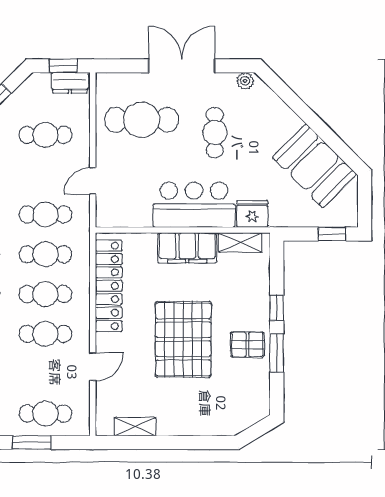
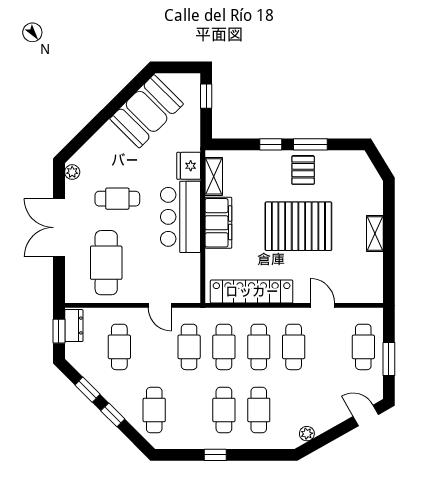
shelving: (135, 427) -> (375, 233), moved

